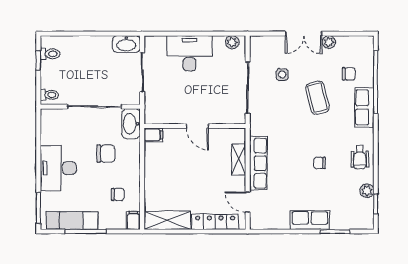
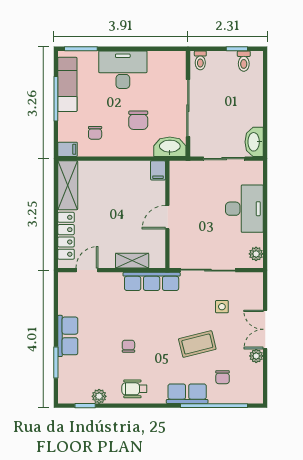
row of seats: (258, 163) -> (152, 281), moved

